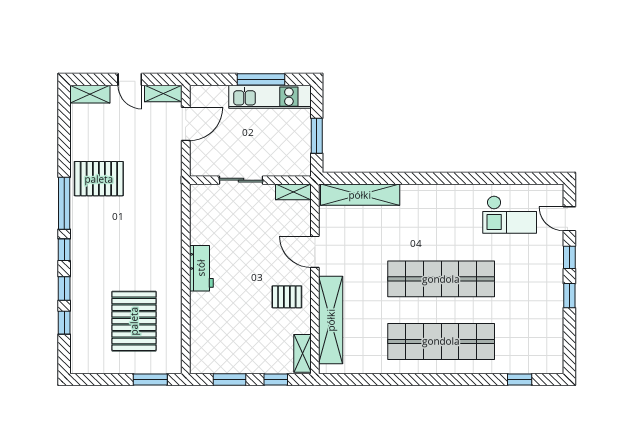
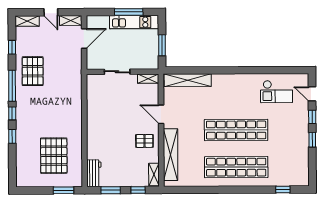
pallet: (99, 179) -> (33, 71), turned 90
workbench: (201, 268) -> (94, 173), moved
window: (64, 323) -> (12, 47), moved

